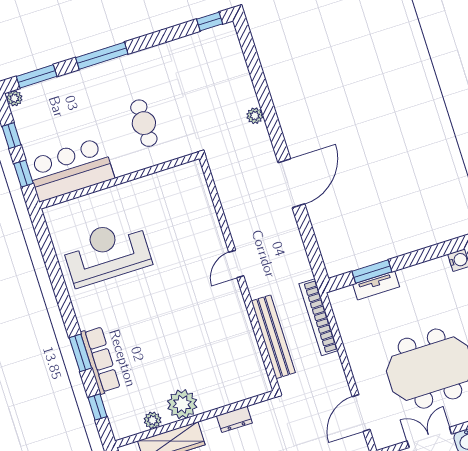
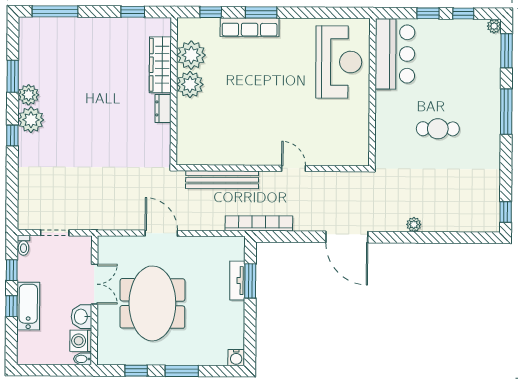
bar counter: (70, 170) -> (395, 54), moved
wall: (119, 180) -> (372, 92), moved
bookcase: (318, 317) -> (259, 223), moved
door: (361, 413) -> (161, 233), moved
dresser: (234, 419) -> (163, 108), moved
plant: (153, 420) -> (191, 55), width x1.87, depth x1.87

